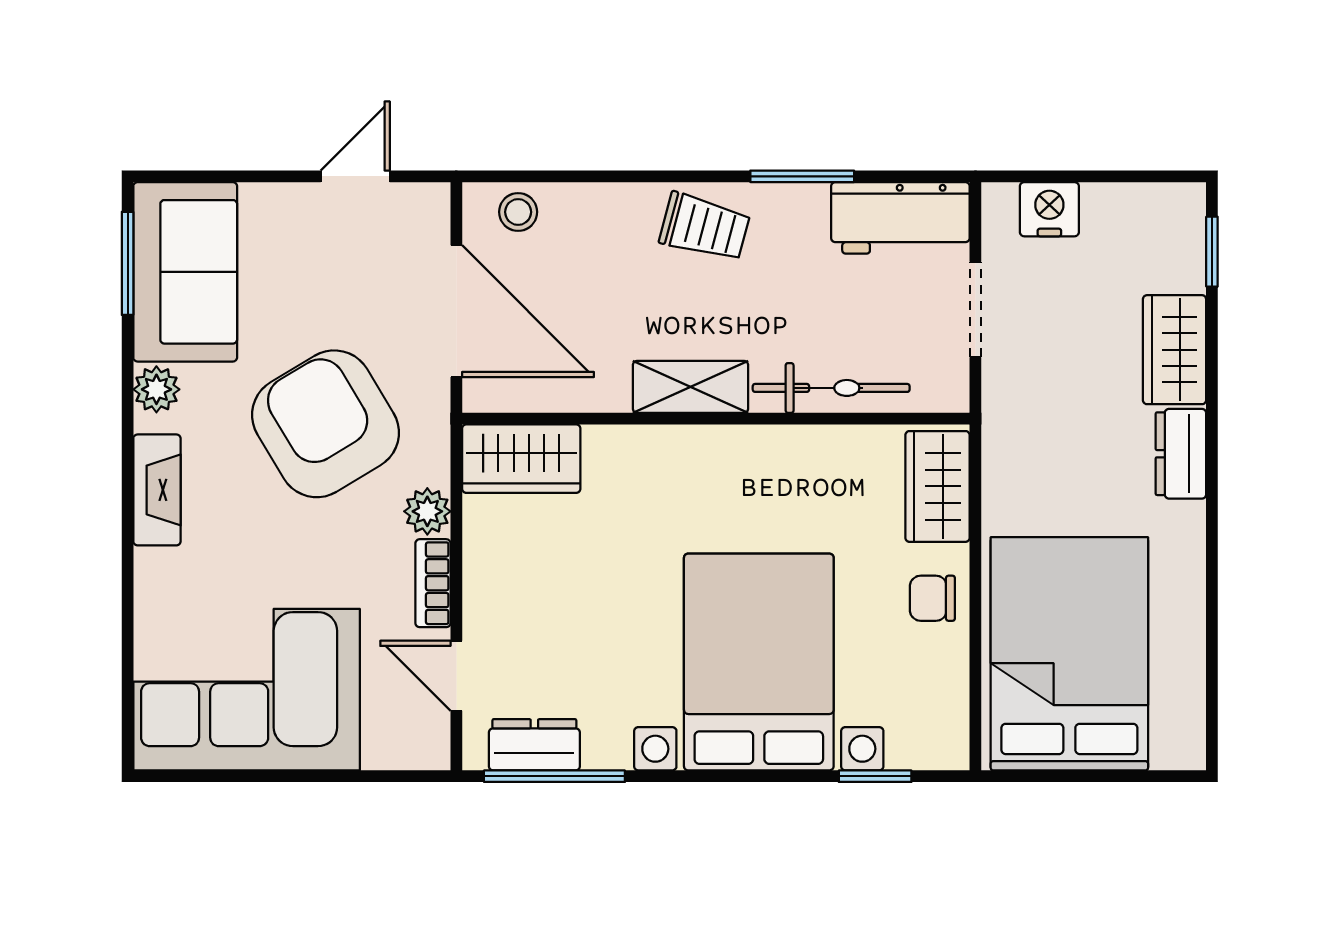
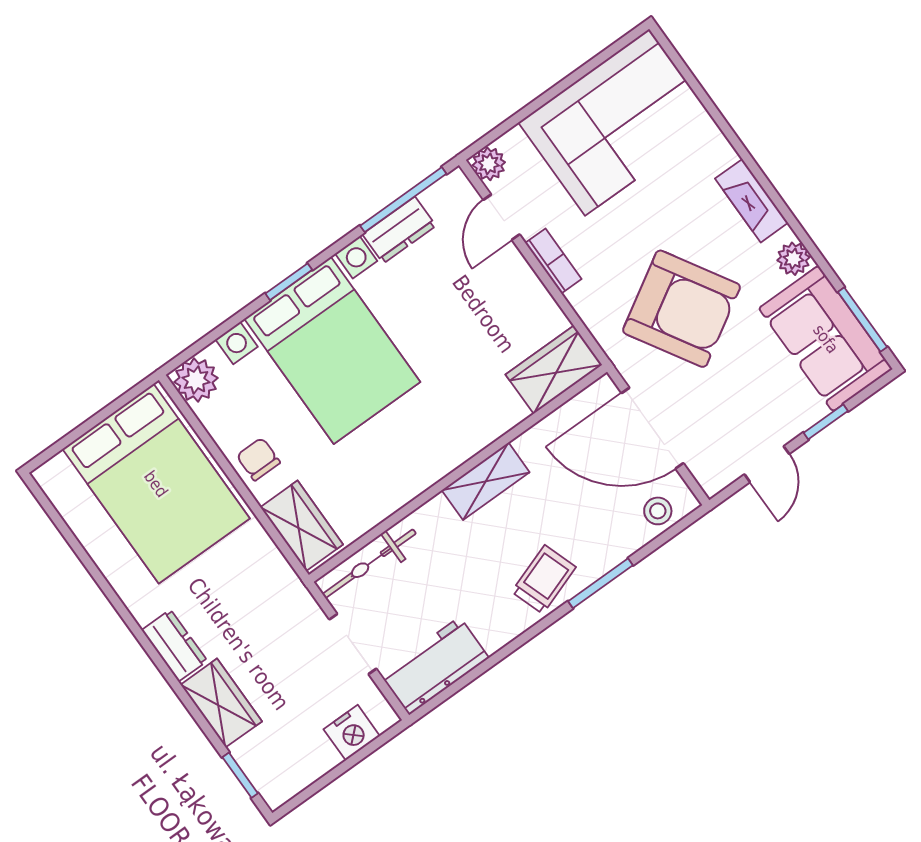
window: (253, 176) -> (826, 422), added
window: (802, 176) -> (601, 583), moved
trolley: (705, 227) -> (544, 579), turned 146
bicycle: (831, 388) -> (369, 564), moved
plant: (427, 511) -> (489, 164), moved
chair: (932, 598) -> (258, 459), turned -90
door: (456, 676) -> (502, 217), swing flipped
plant: (939, 740) -> (196, 380), added
dresser: (534, 745) -> (399, 230), moved
window: (875, 776) -> (289, 282), moved

